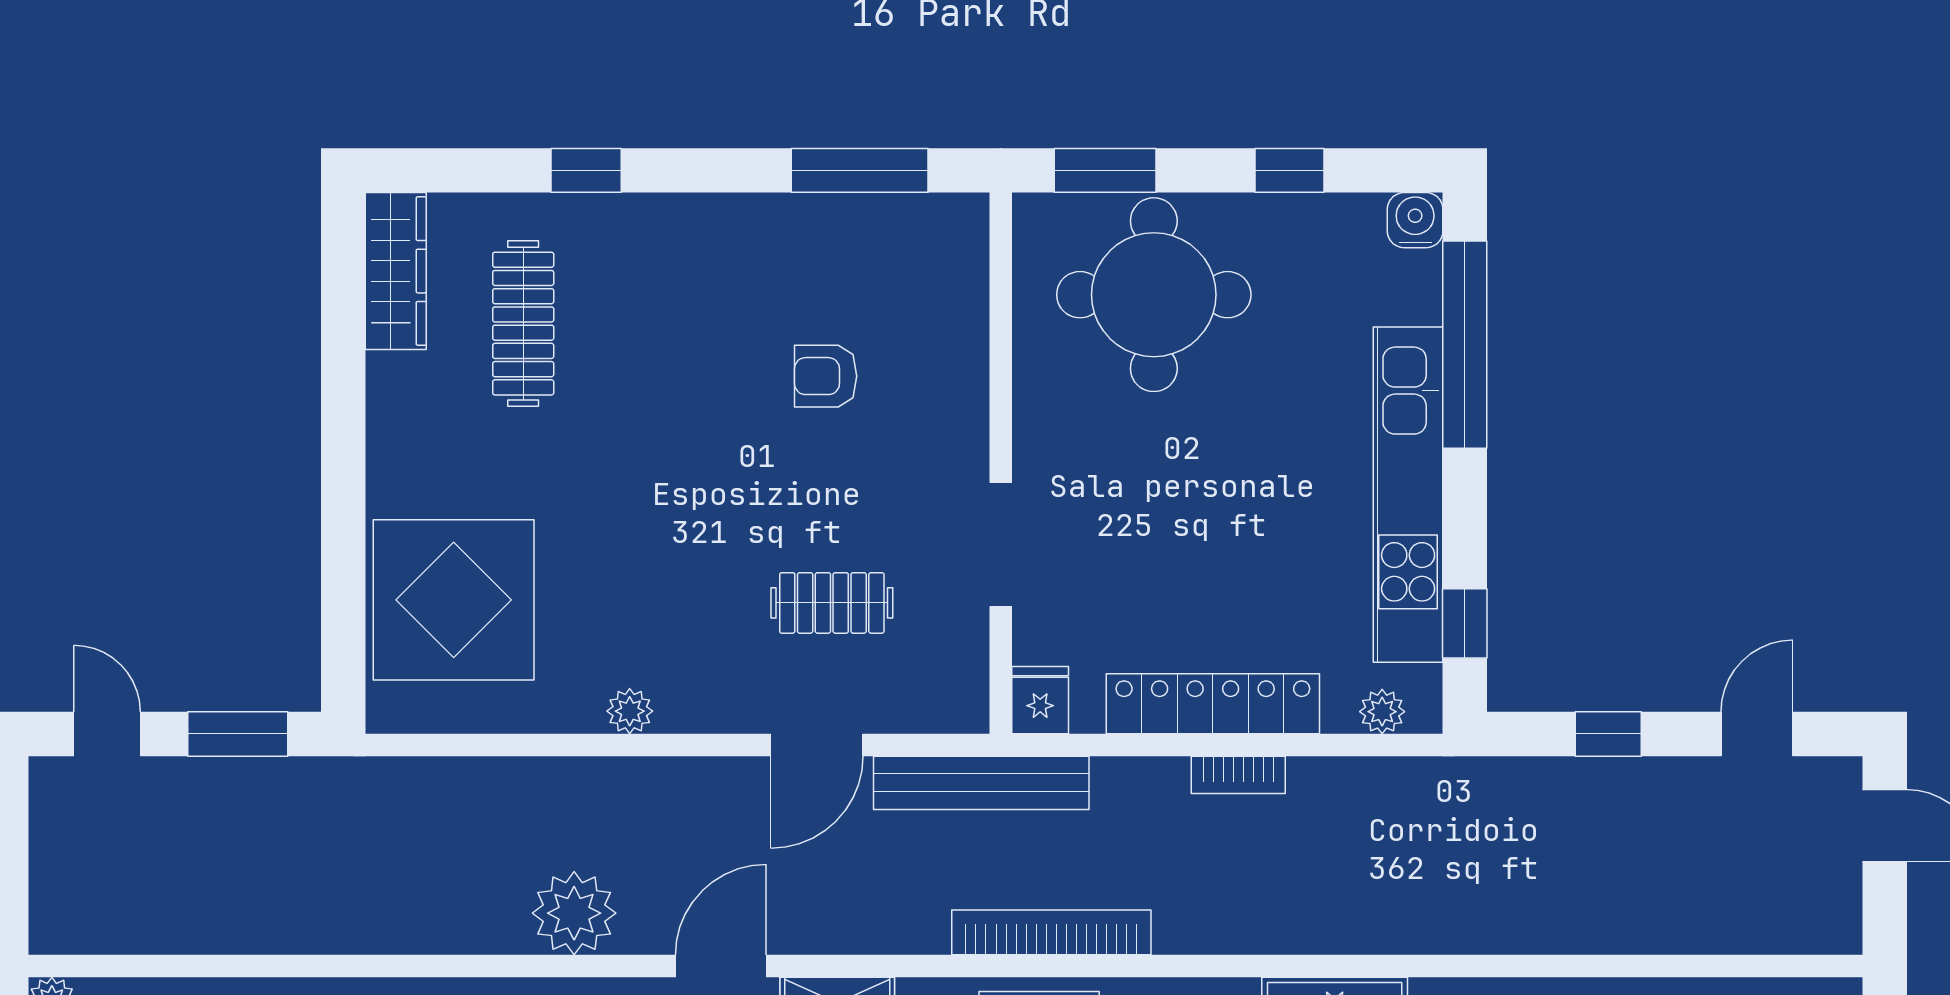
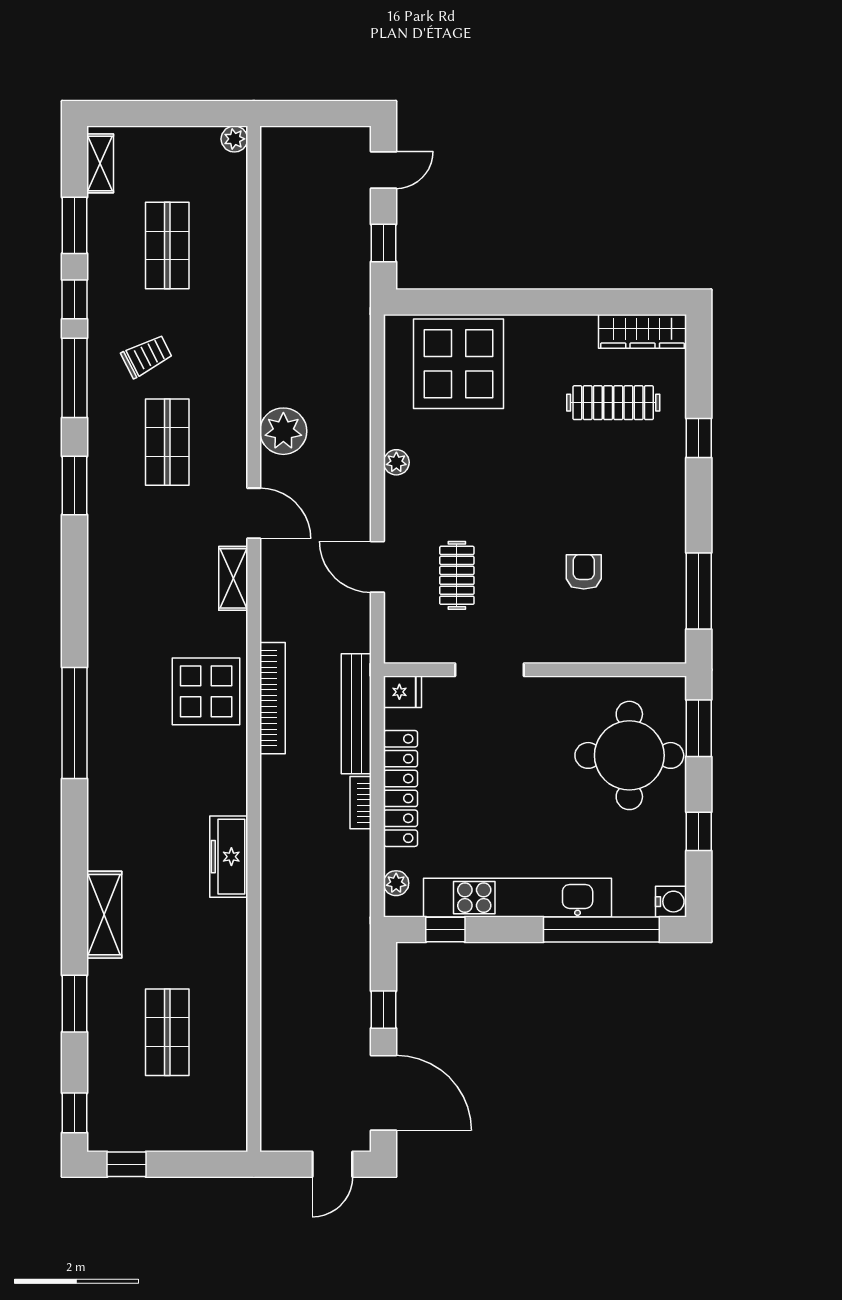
window: (238, 734) -> (384, 243), width x0.67
door: (1757, 734) -> (384, 1093), width x1.88
bench: (981, 783) -> (356, 714), moved

